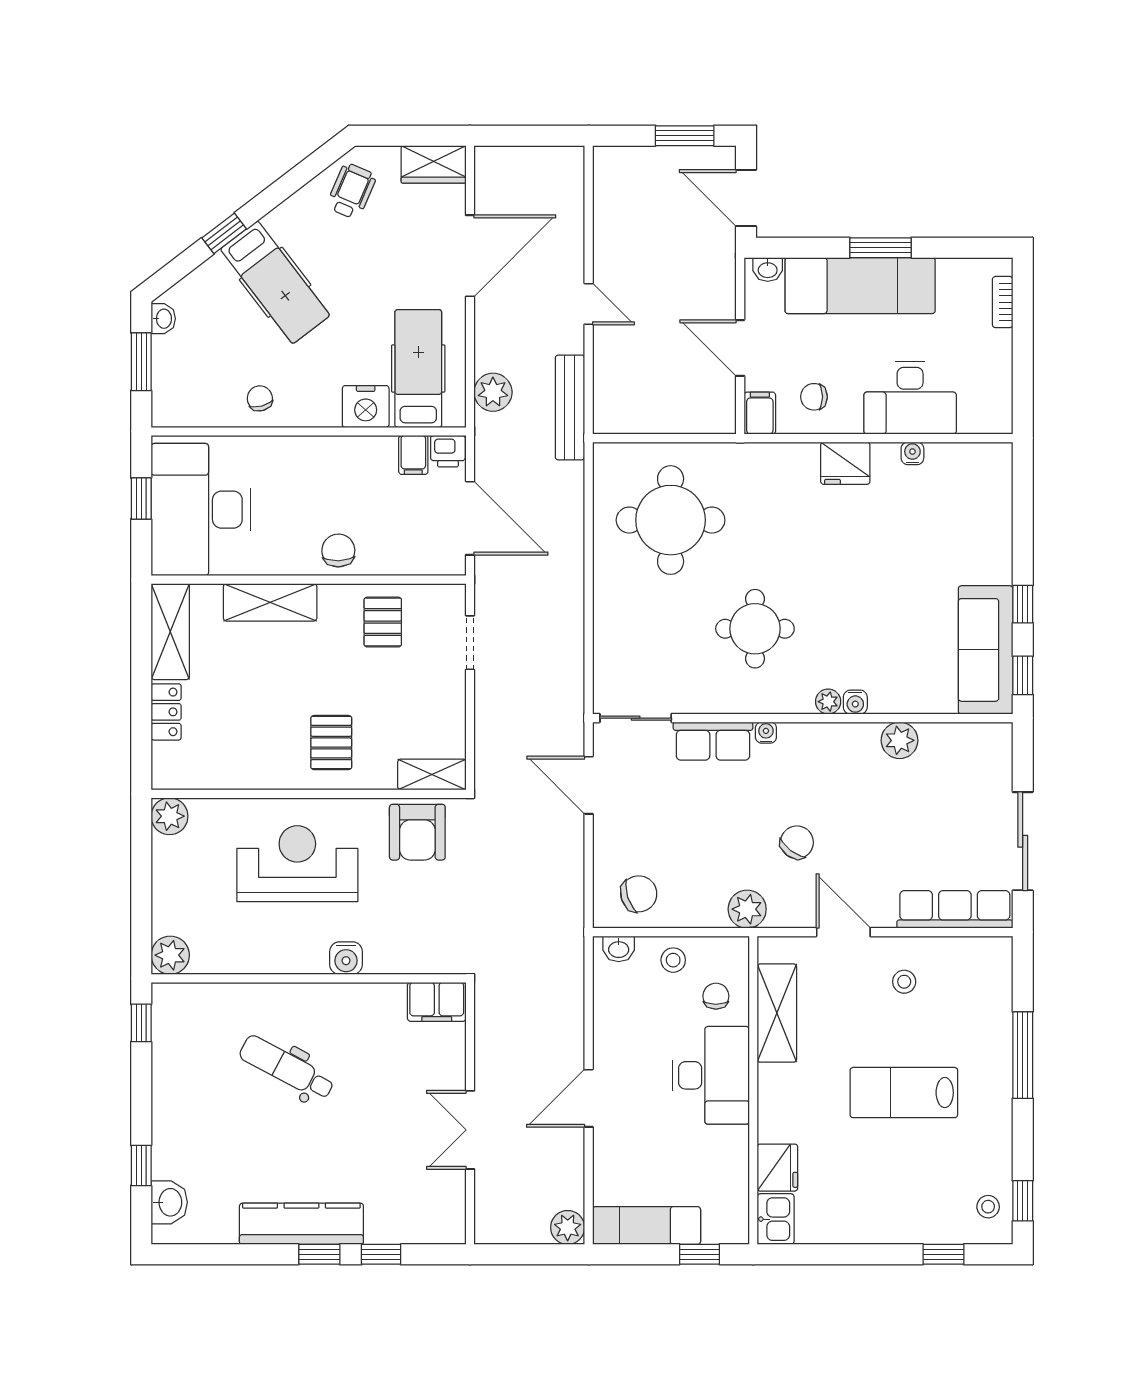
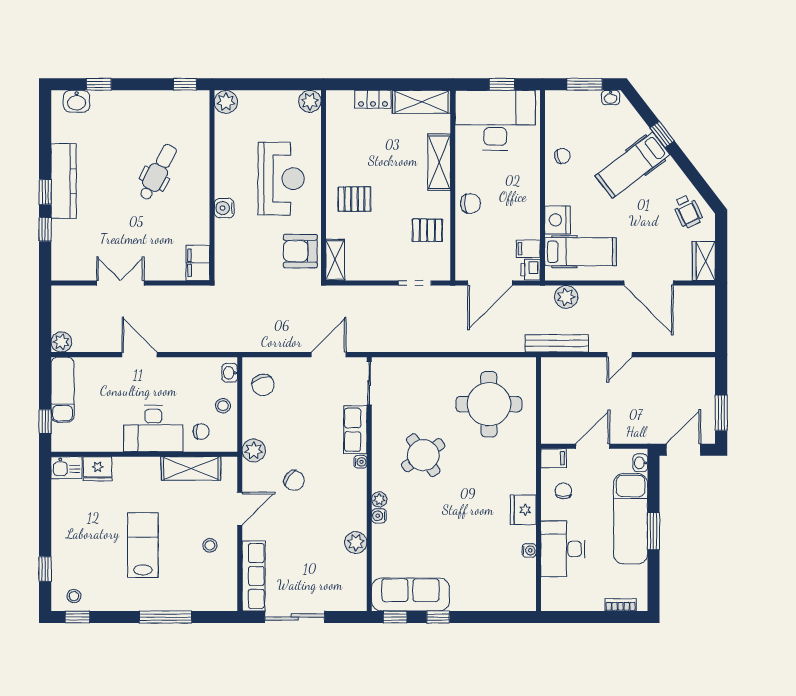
wheelchair: (351, 191) -> (688, 211), turned 42
round table: (755, 629) -> (423, 455), turned -34

